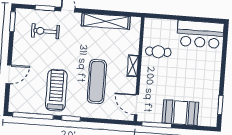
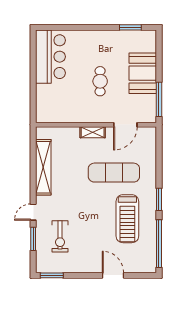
cafe table: (158, 52) -> (100, 81), moved
treadmill: (56, 90) -> (127, 219), turned -90
door: (136, 105) -> (125, 125), moved

